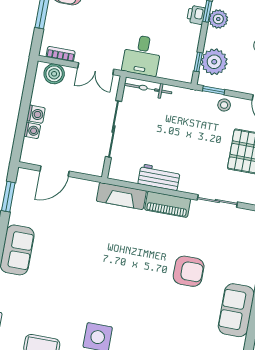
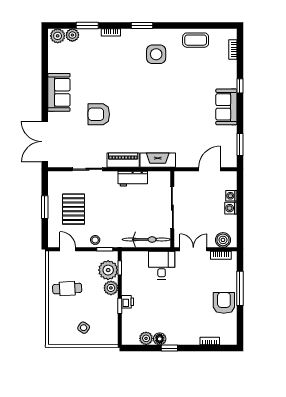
plant: (218, 19) -> (111, 288), moved
bicycle: (148, 89) -> (146, 239), width x1.37, depth x1.40

